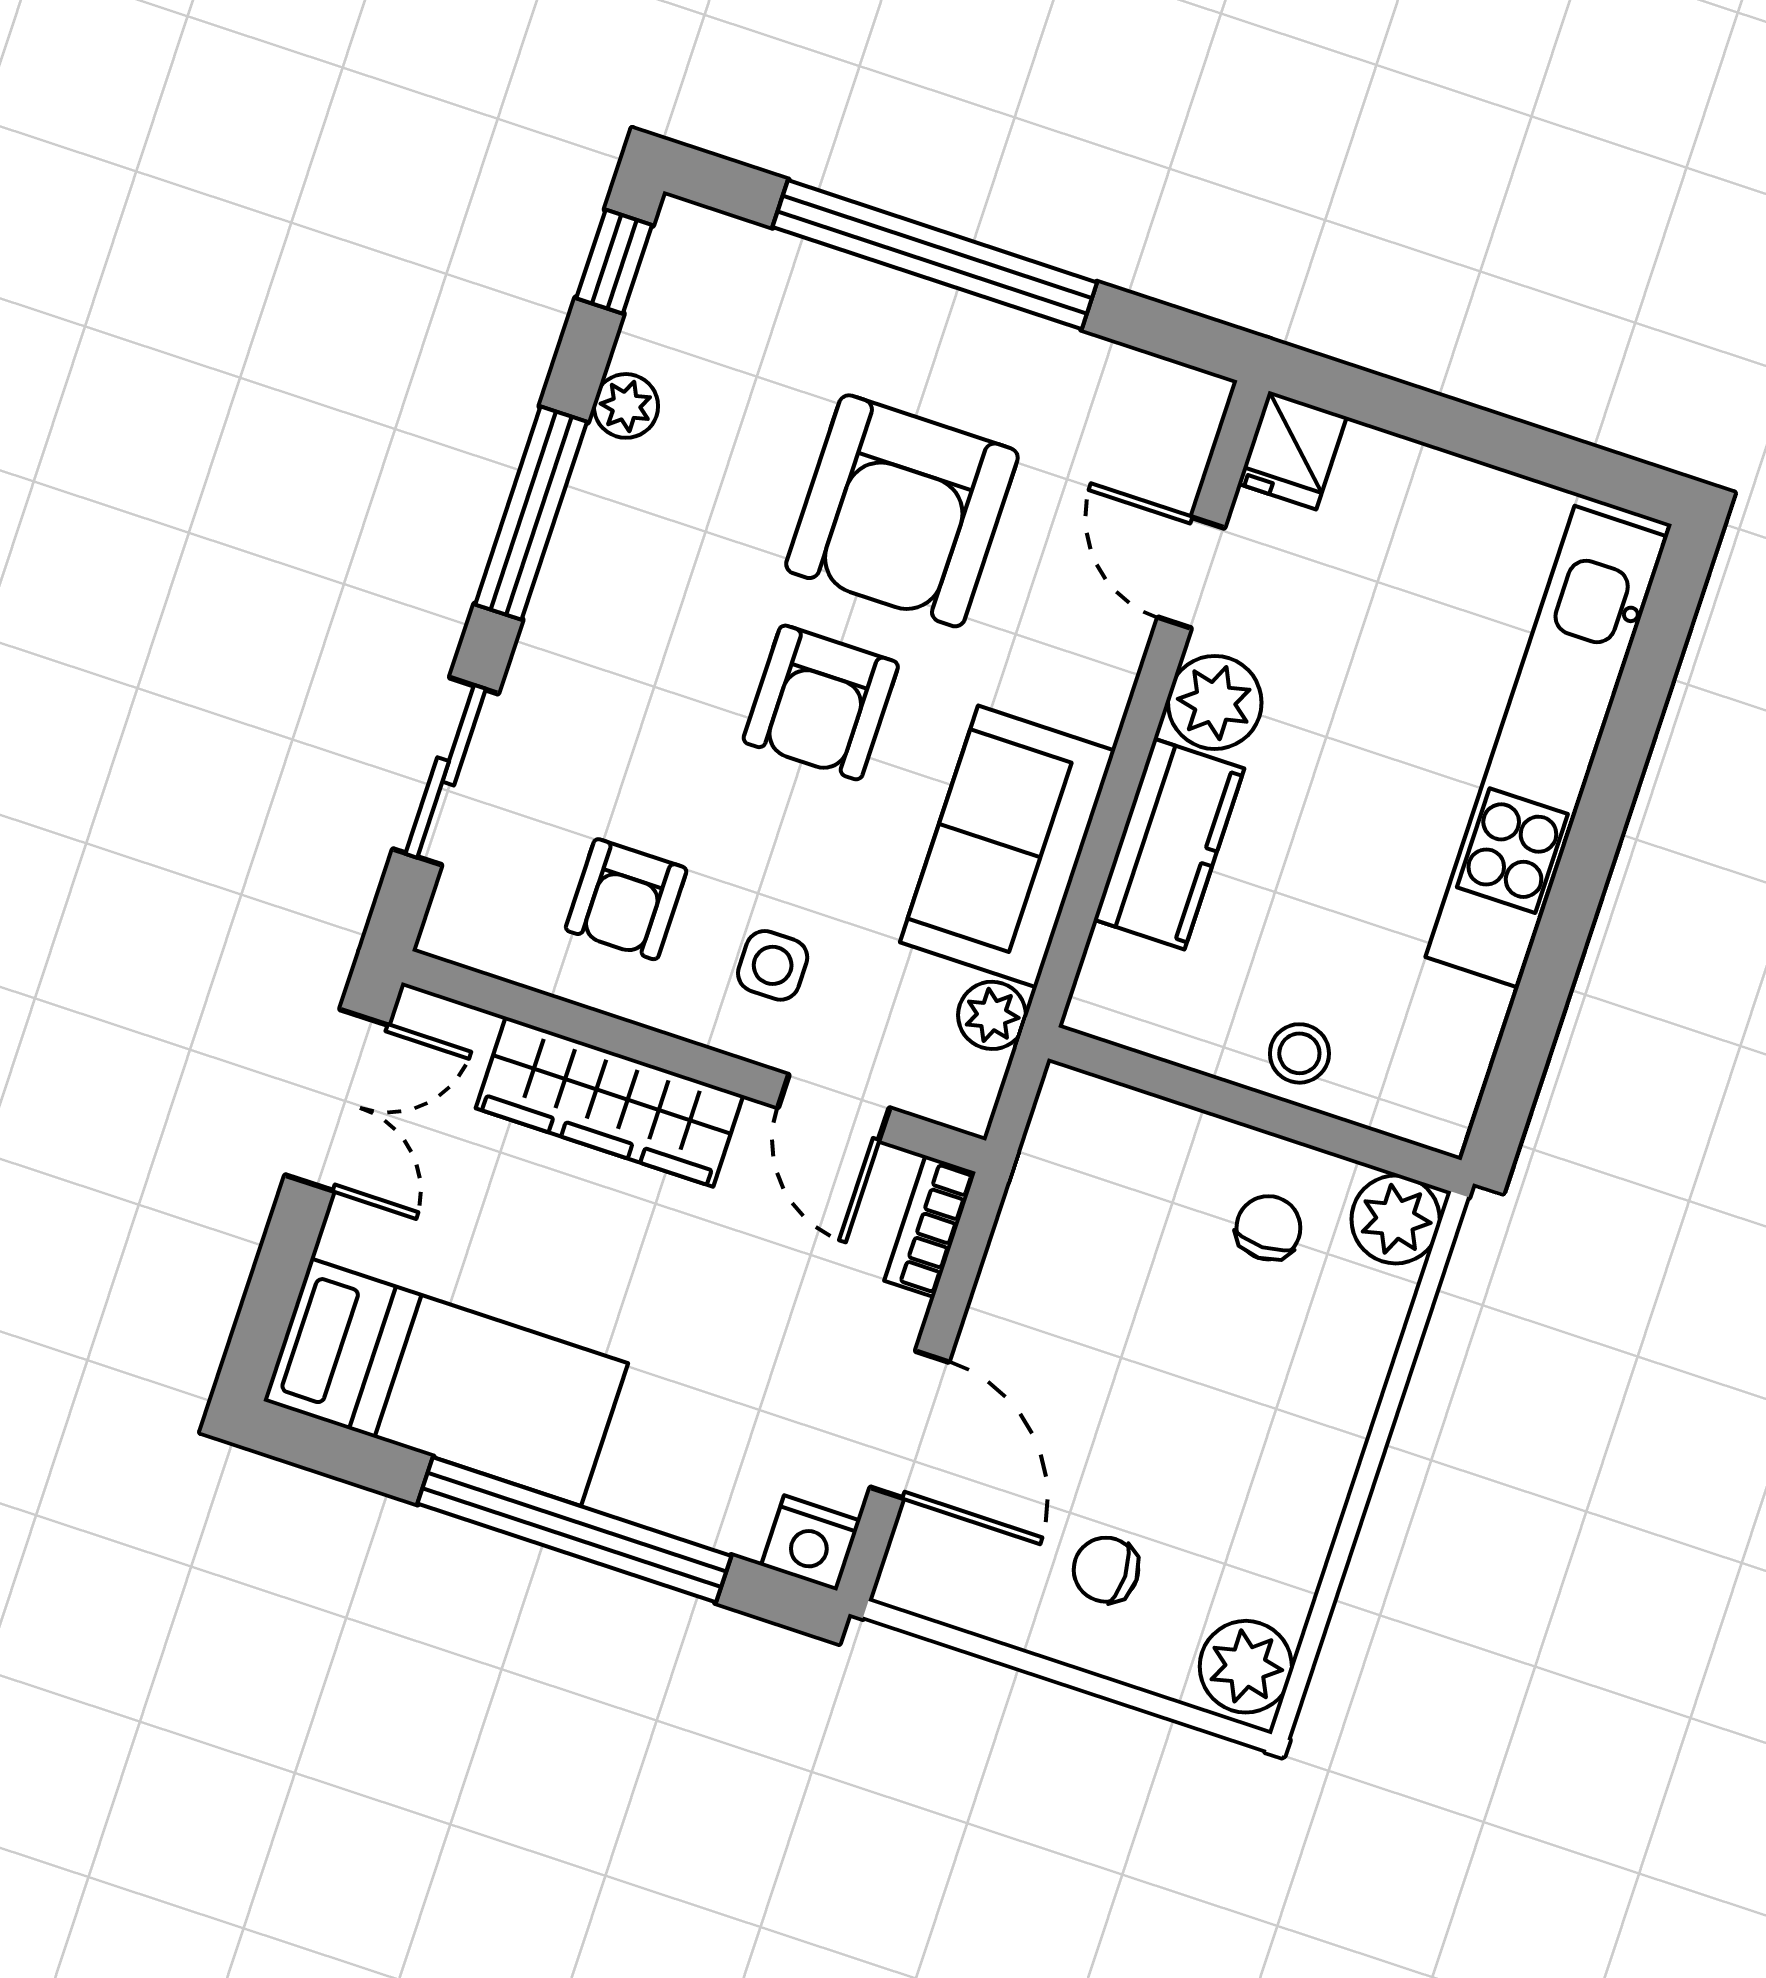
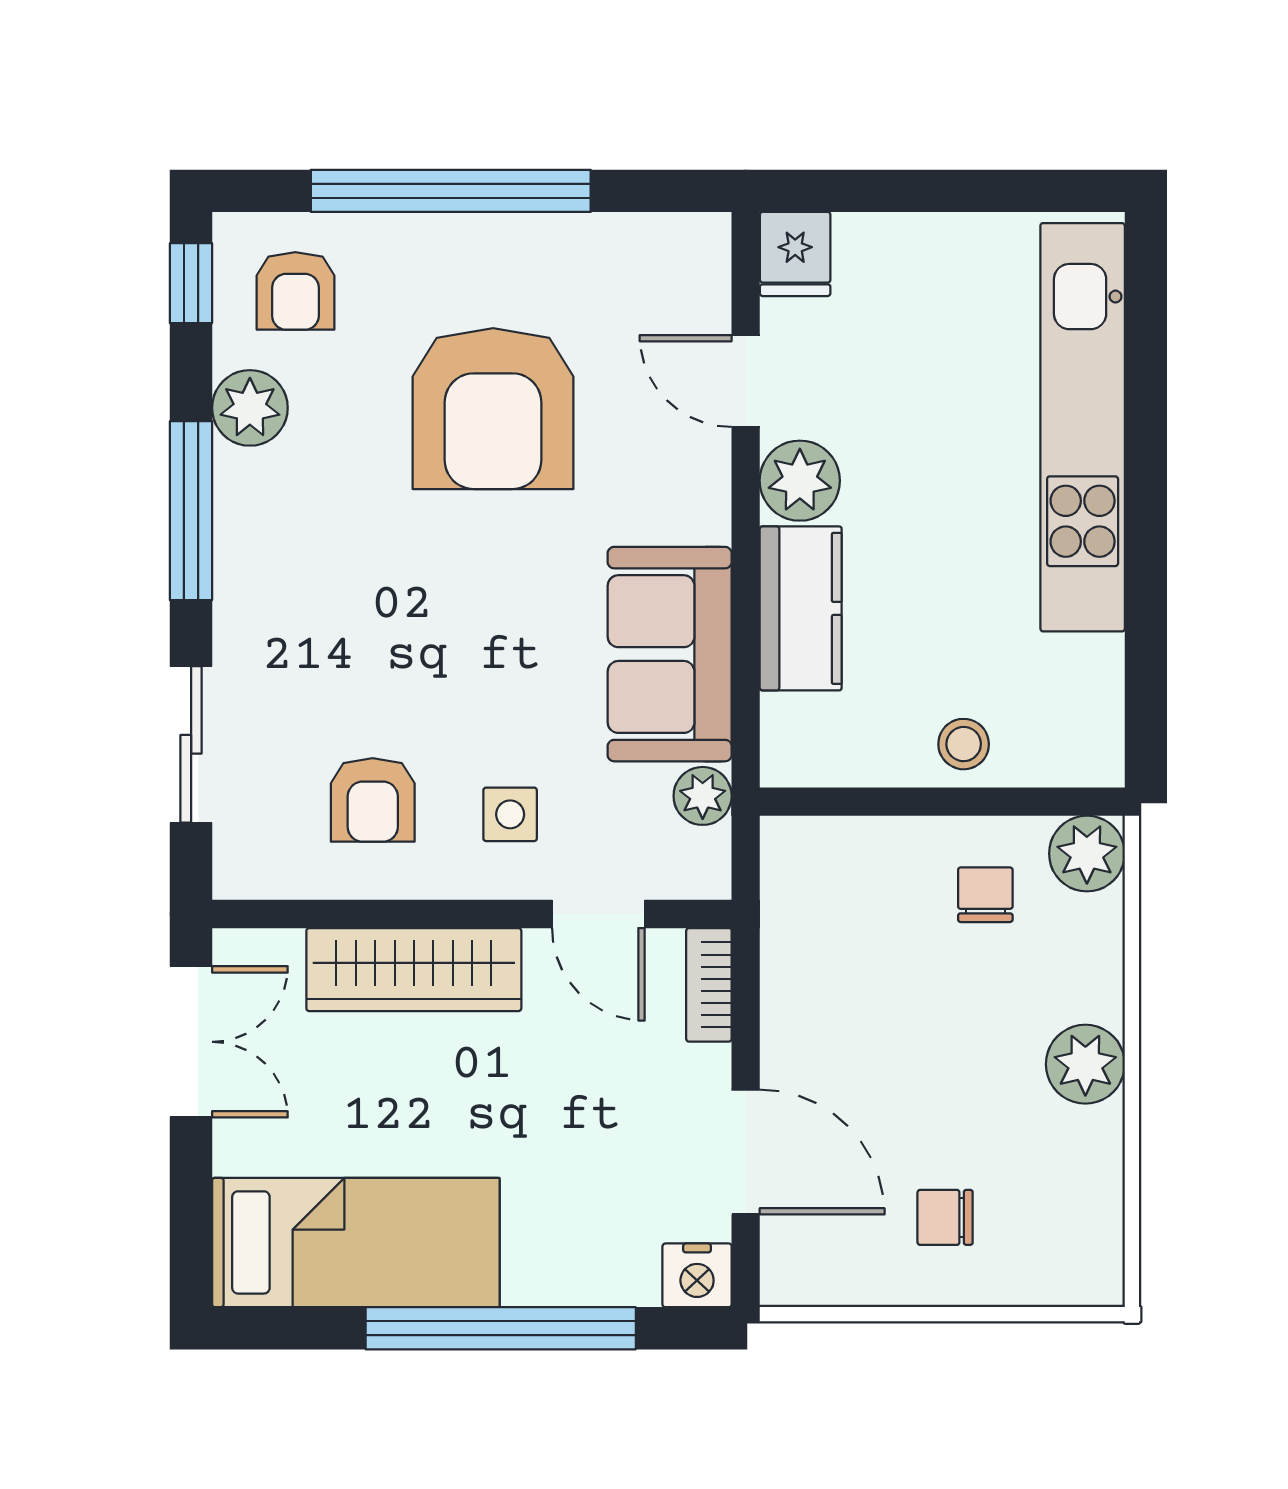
plant: (626, 406) -> (250, 408), width x1.38, depth x1.38
armchair: (821, 702) -> (295, 291), moved, width x0.72, depth x0.72
plant: (1246, 1667) -> (1085, 1064), moved

